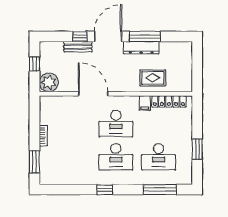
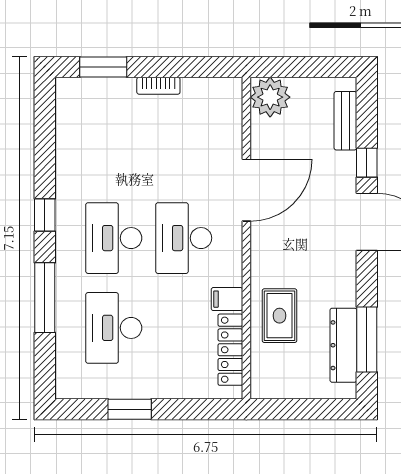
window: (145, 36) -> (367, 339), moved
bench: (78, 47) -> (345, 121), moved
dresser: (141, 48) -> (343, 345), moved
window: (34, 64) -> (309, 67), removed
window: (160, 190) -> (45, 298), moved

